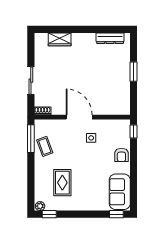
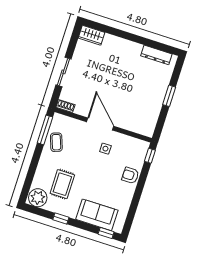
wardrobe: (60, 39) -> (91, 35), moved
armchair: (121, 155) -> (130, 175), turned 90
sofa: (120, 192) -> (97, 215), moved, turned 90
plant: (40, 206) -> (38, 198), width x1.87, depth x1.87
window: (49, 214) -> (61, 218), moved

